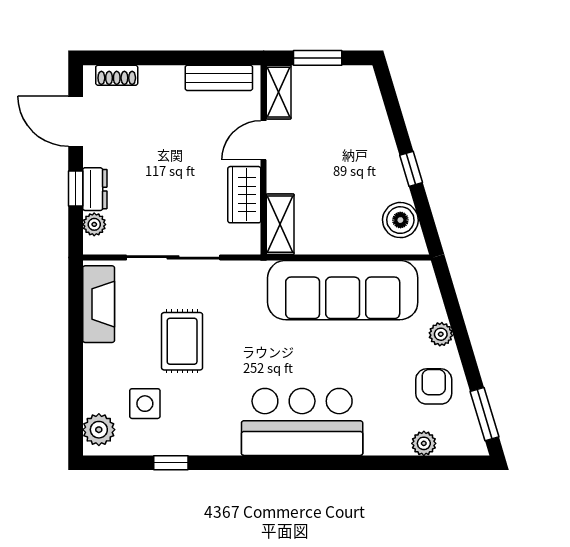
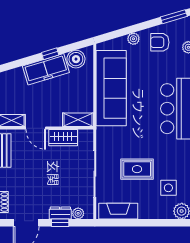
freezer: (380, 160) -> (46, 69), added

